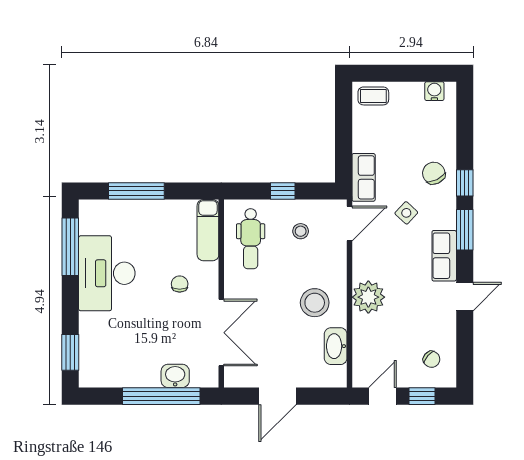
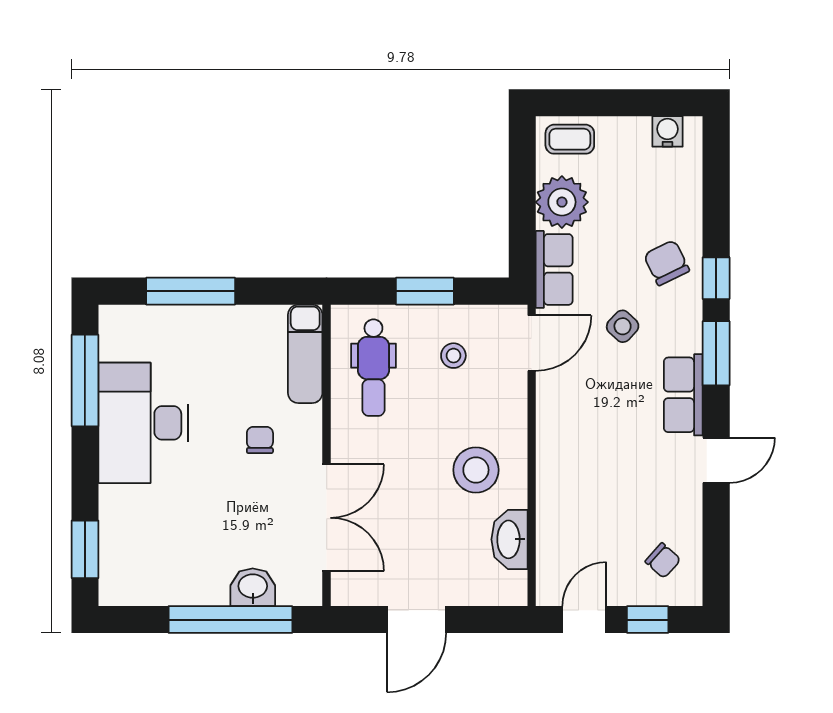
window: (283, 191) -> (425, 291), width x1.50
plant: (368, 297) -> (562, 202), moved

